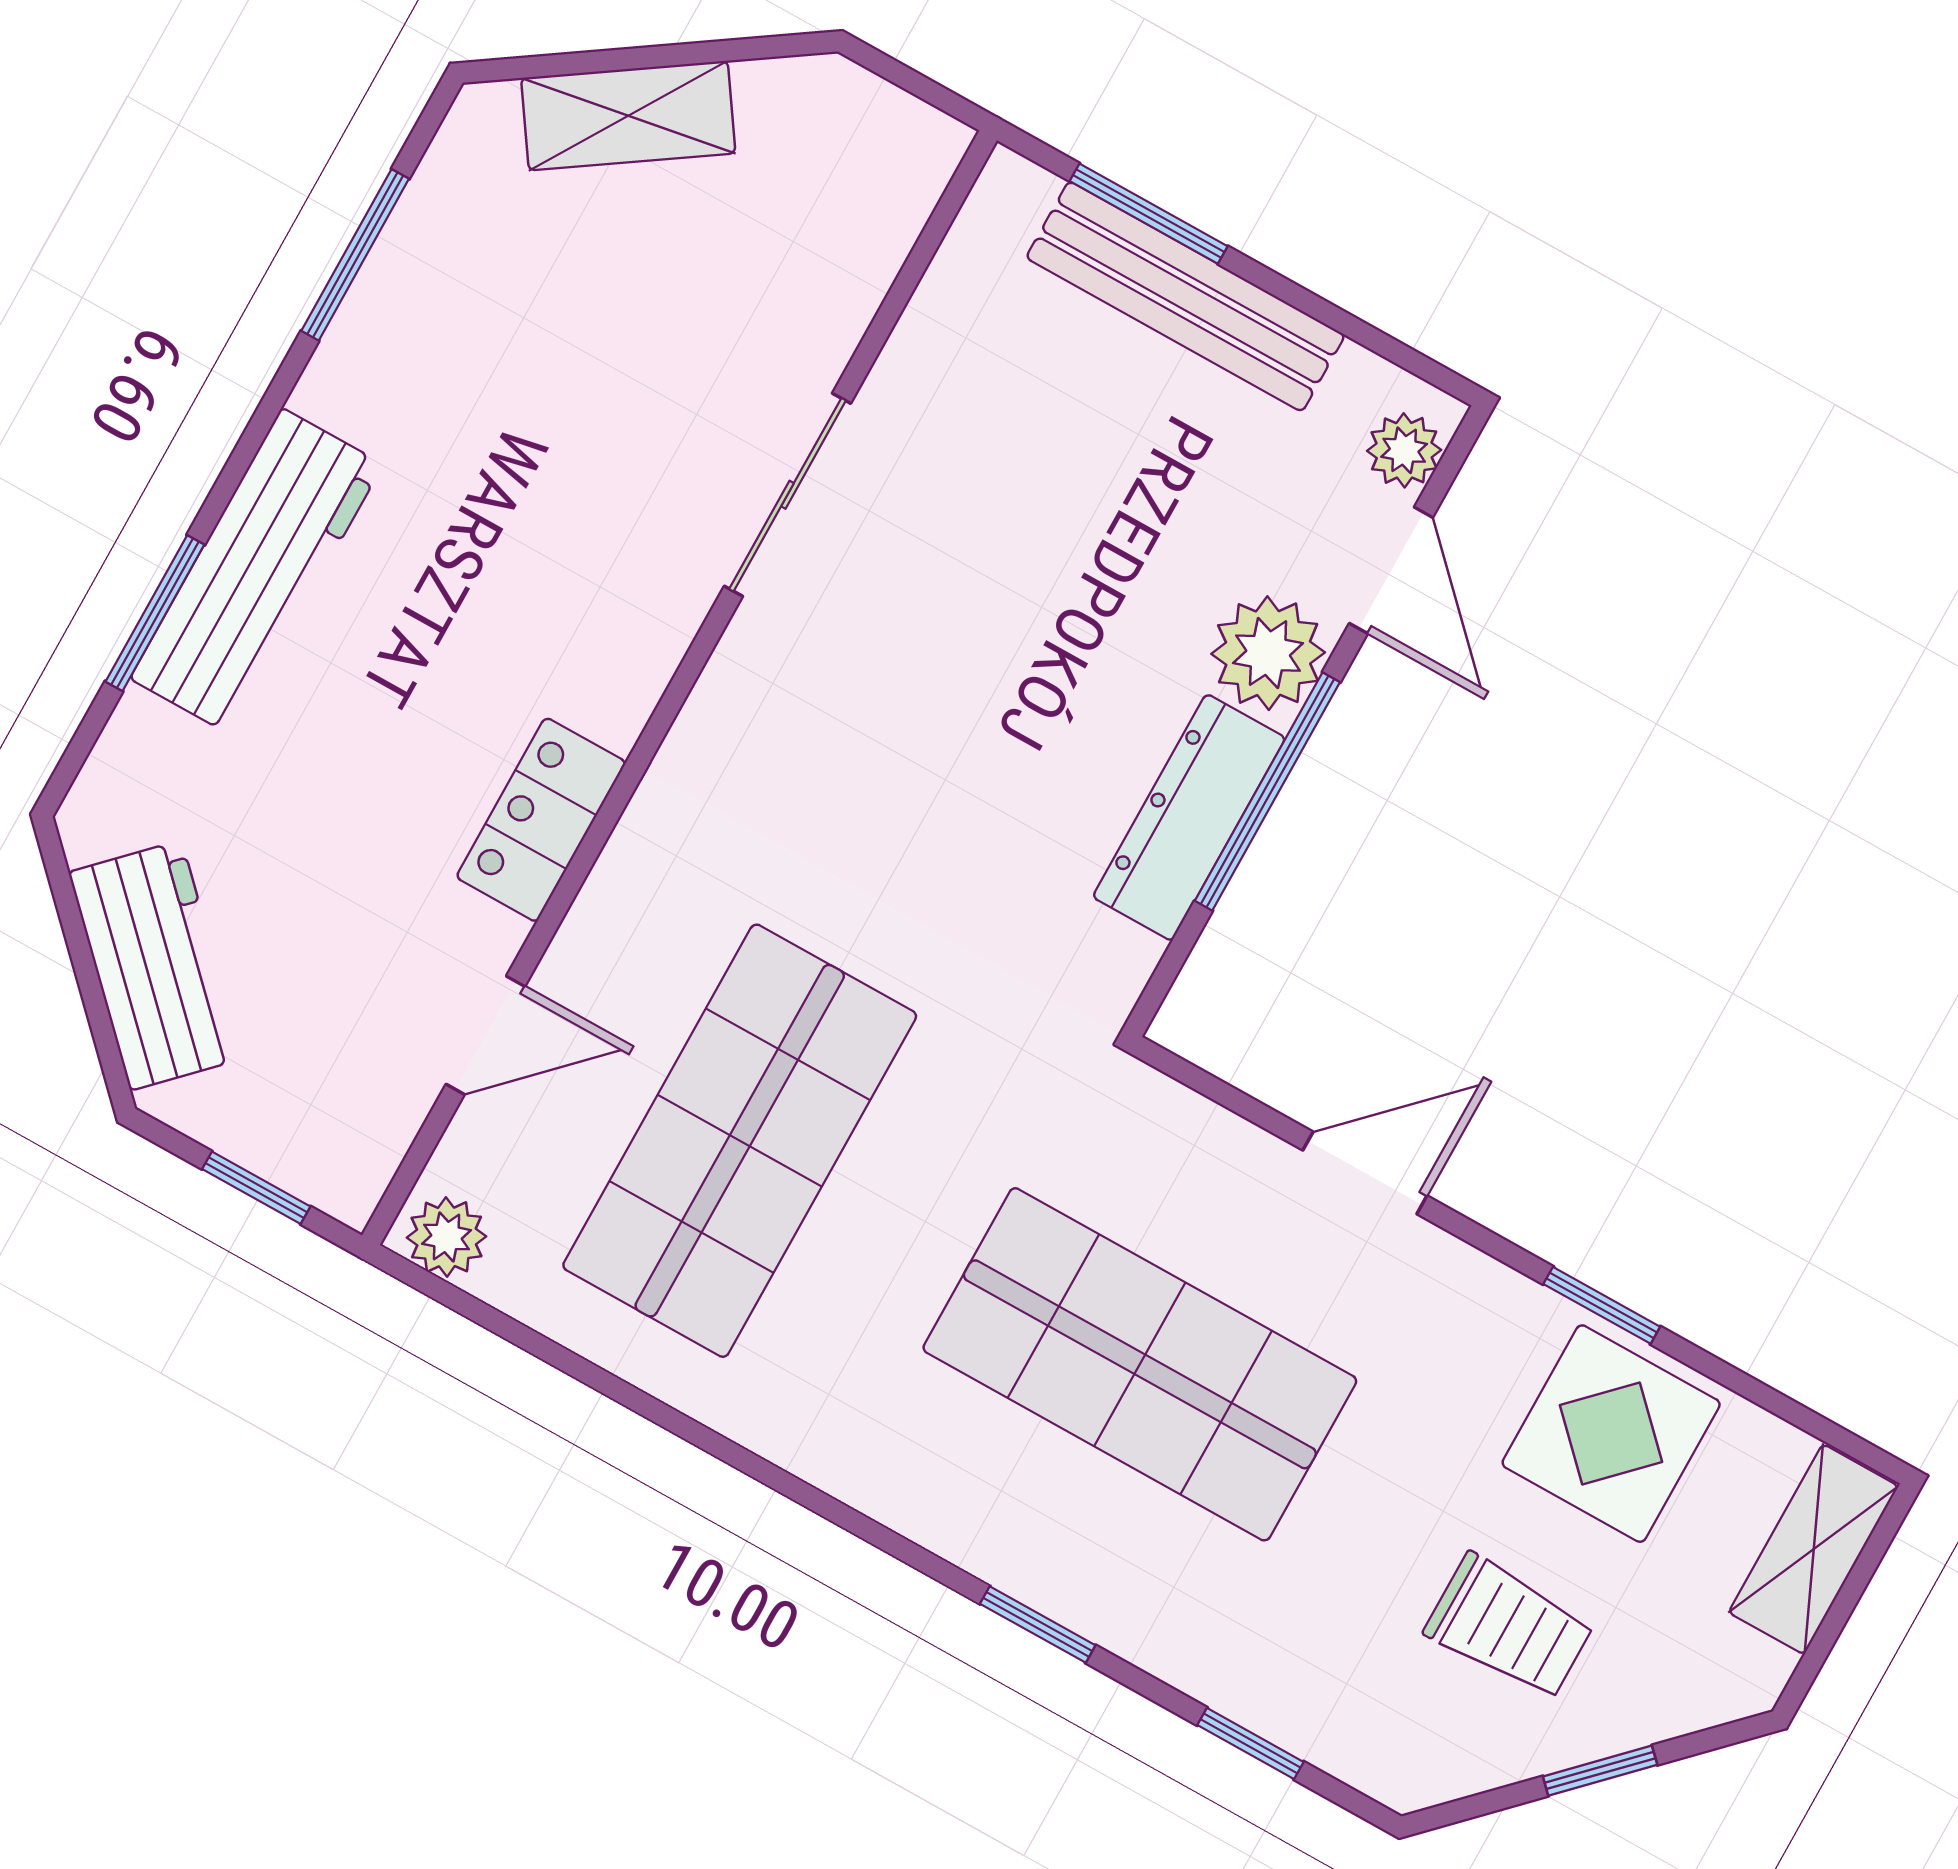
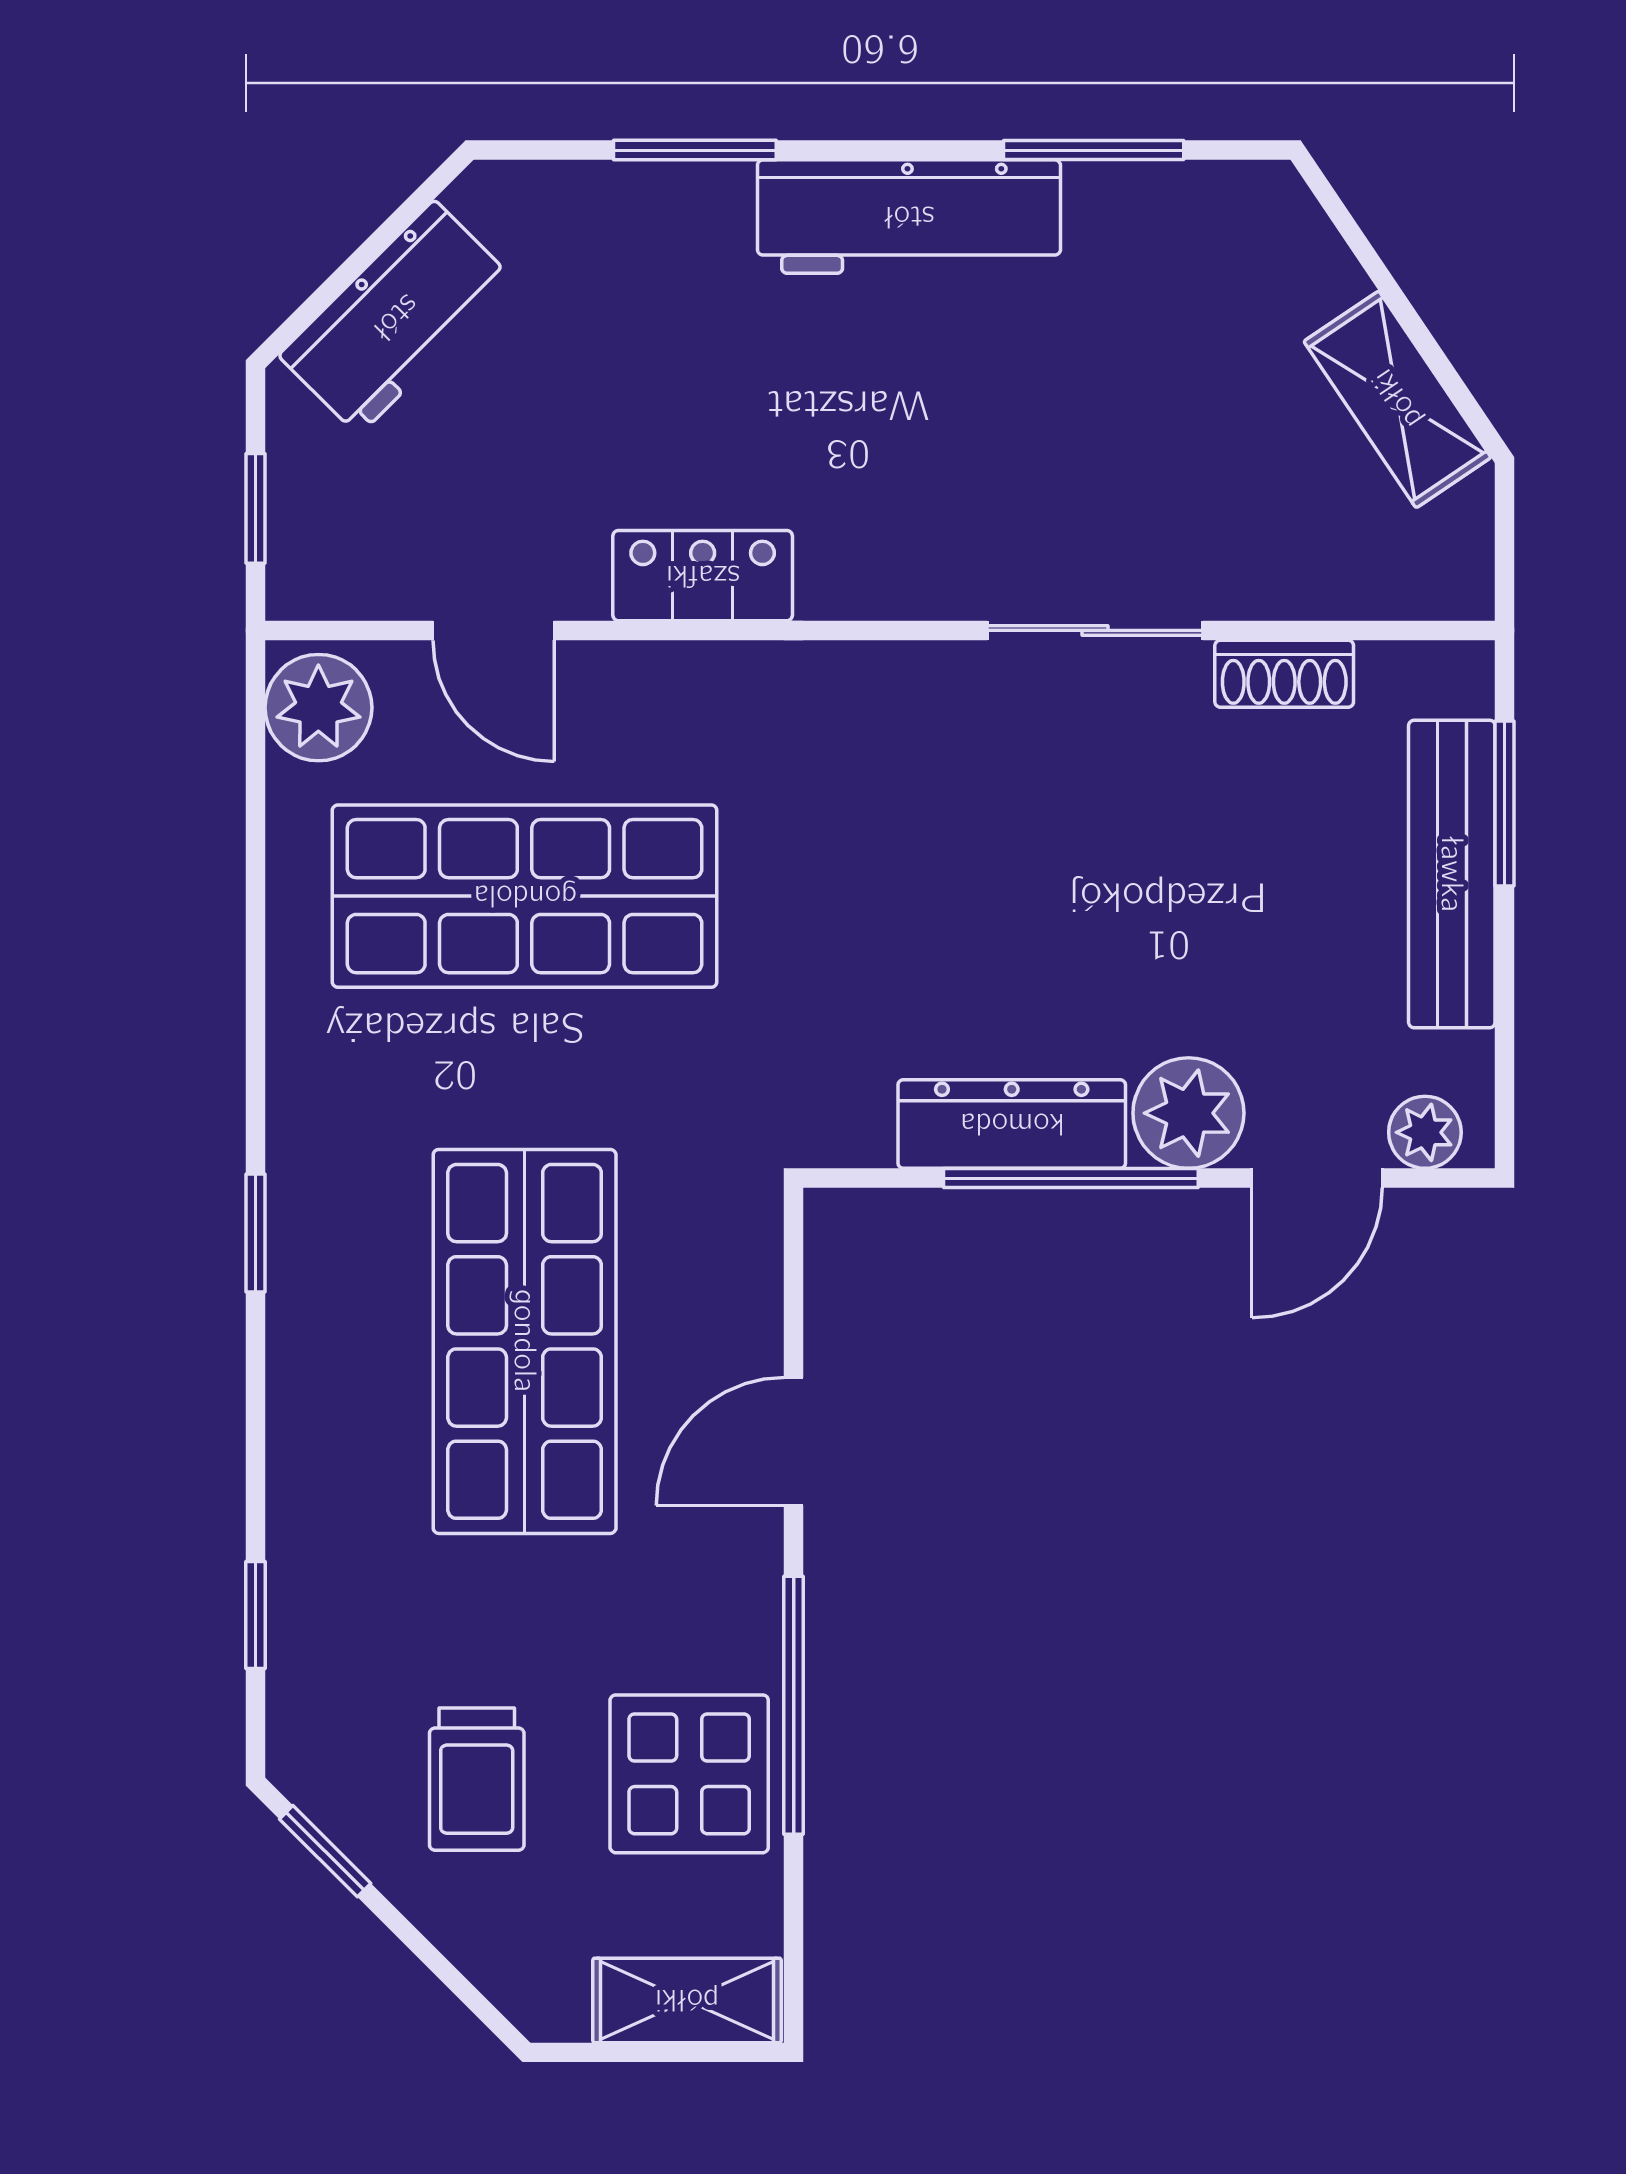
shelving: (628, 116) -> (1397, 399), moved
shoe rack: (921, 346) -> (1284, 674), added
workbench: (257, 571) -> (909, 217), moved
door: (1365, 1173) -> (794, 1442), swing flipped
plant: (446, 1237) -> (318, 708), width x1.38, depth x1.38
window: (1602, 1305) -> (794, 1705), width x2.17
window: (1038, 1624) -> (256, 1233), moved
window: (1600, 1771) -> (325, 1851), moved

